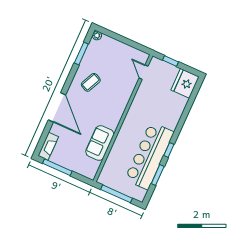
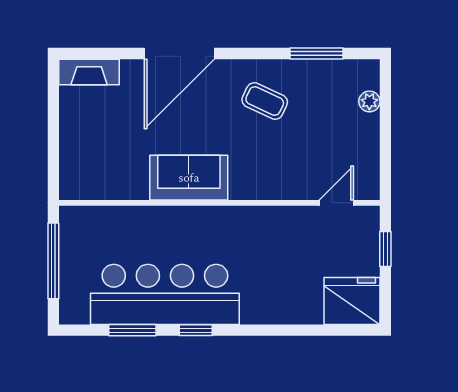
plant: (97, 35) -> (369, 101), moved
sofa: (100, 143) -> (189, 178), moved
window: (57, 167) -> (53, 111), removed

